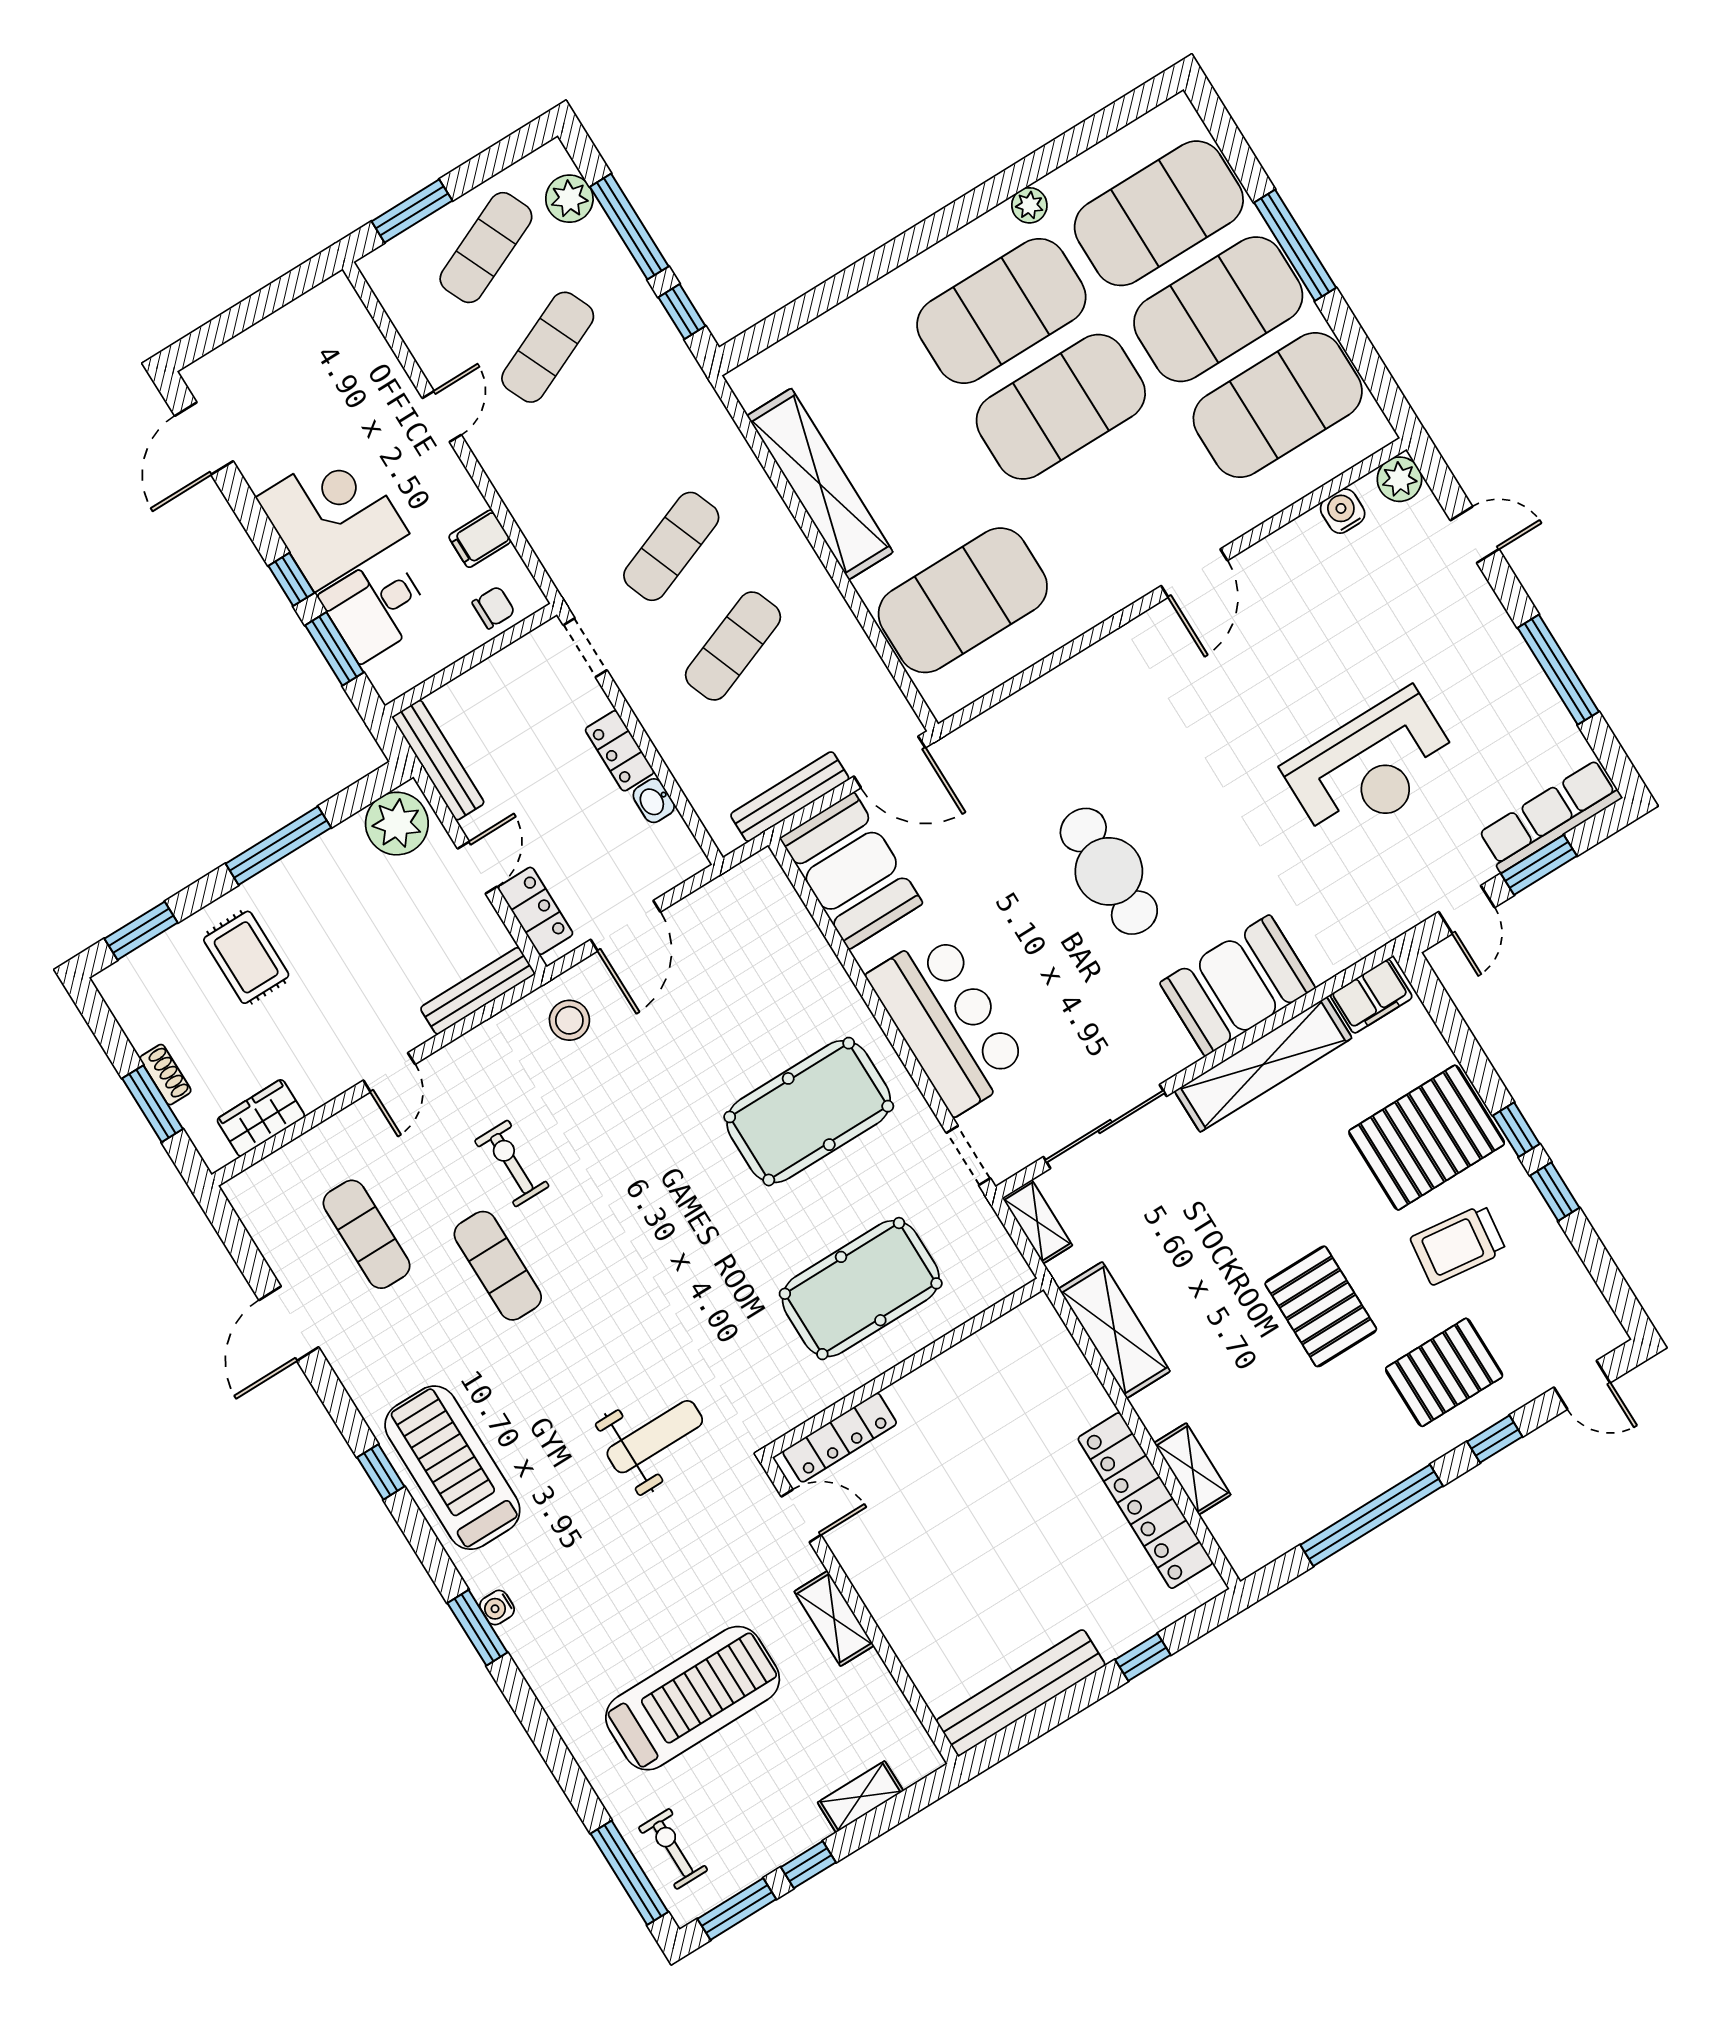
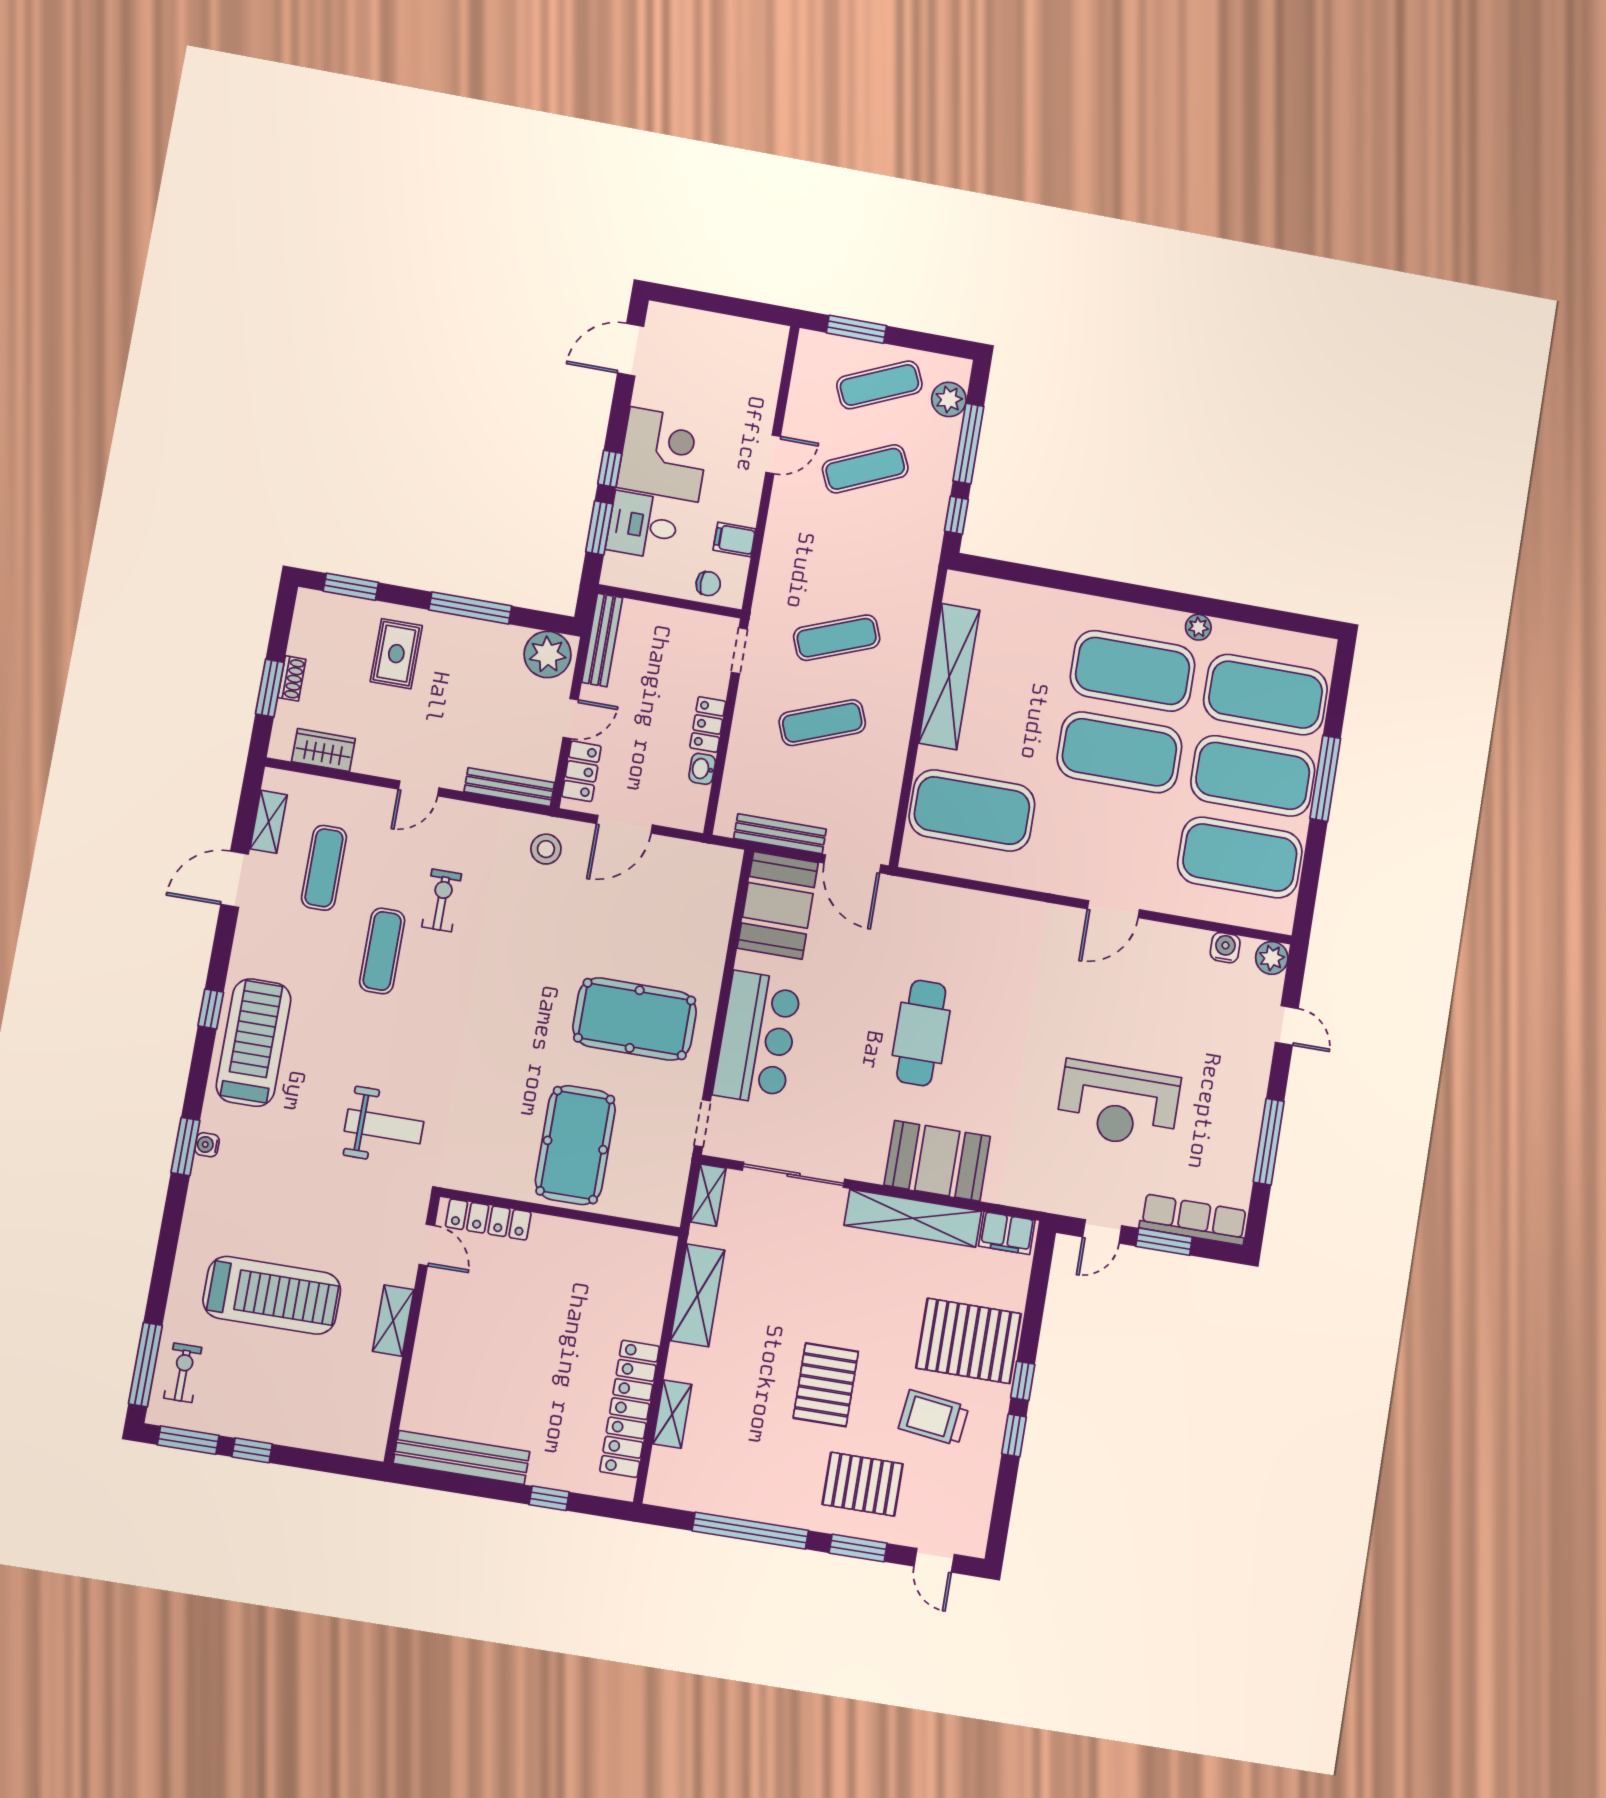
pool table: (861, 1289) -> (575, 1145), turned 90
window: (1495, 1439) -> (858, 1548), width x1.50
shelving: (860, 1797) -> (269, 822), moved, turned 90

